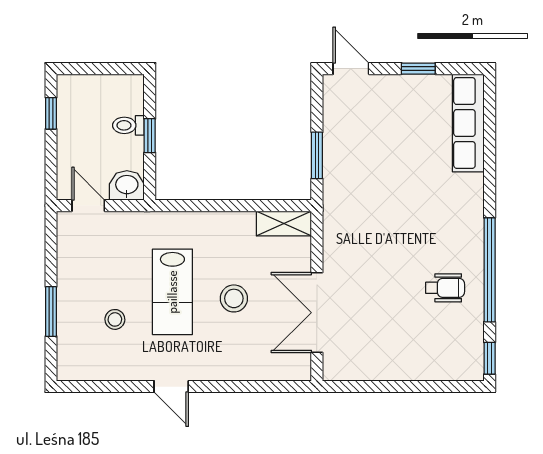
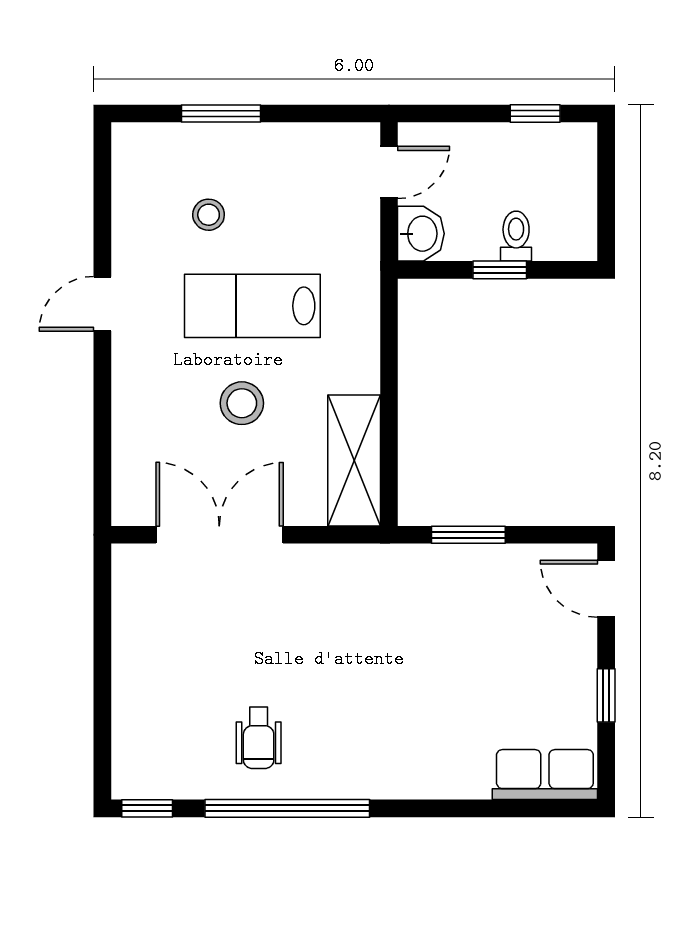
door: (351, 69) -> (606, 589), swing flipped
row of seats: (468, 123) -> (545, 775), width x0.68
shelving: (284, 223) -> (354, 461), width x1.50, depth x1.33

